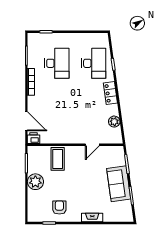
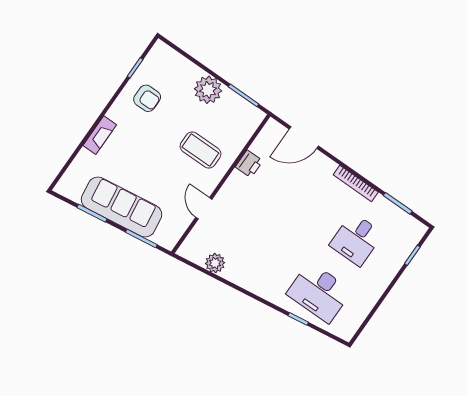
desk: (57, 63) -> (356, 239), width x0.73
locker: (110, 93) -> (260, 286), removed
printer: (34, 138) -> (249, 164), moved
coffee table: (58, 159) -> (200, 150), moved
sofa: (119, 184) -> (122, 207), width x1.36

